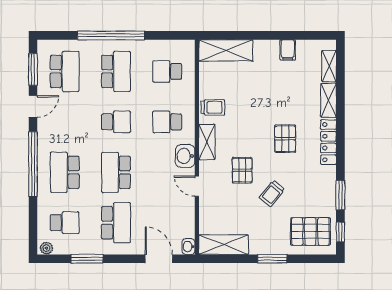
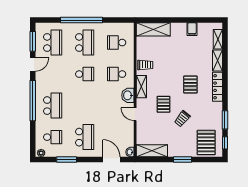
school desk: (65, 172) -> (53, 106), turned 180
school desk: (116, 172) -> (85, 106), removed
pallet: (310, 231) -> (206, 143), turned 90

